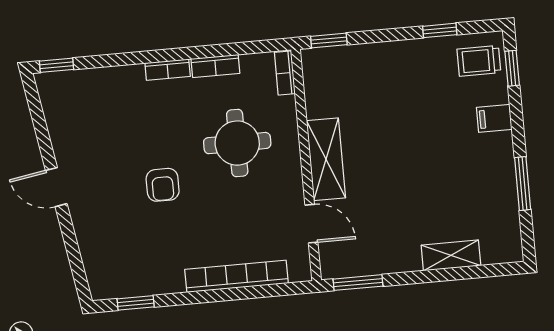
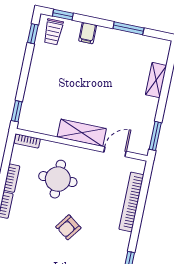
window: (440, 30) -> (33, 34), moved
armchair: (163, 185) -> (68, 227), turned 126

